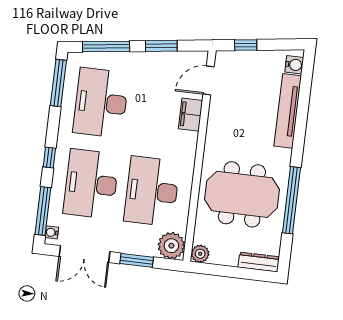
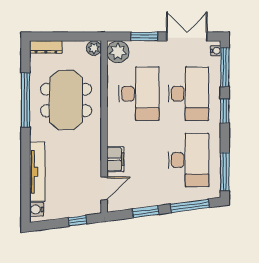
window: (49, 157) -> (225, 111), width x1.50
meeting table: (242, 194) -> (66, 100), turned 90

